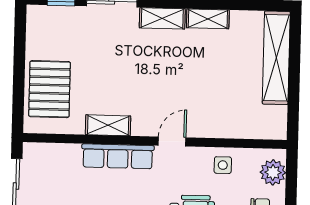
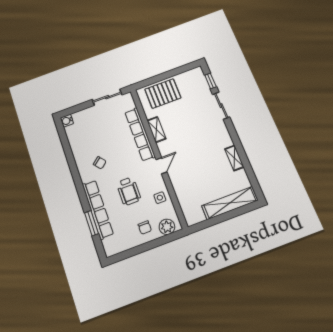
shelving: (162, 18) -> (224, 134), removed
door: (172, 142) -> (161, 166), hinge flipped
row of seats: (118, 156) -> (140, 134), width x1.36

